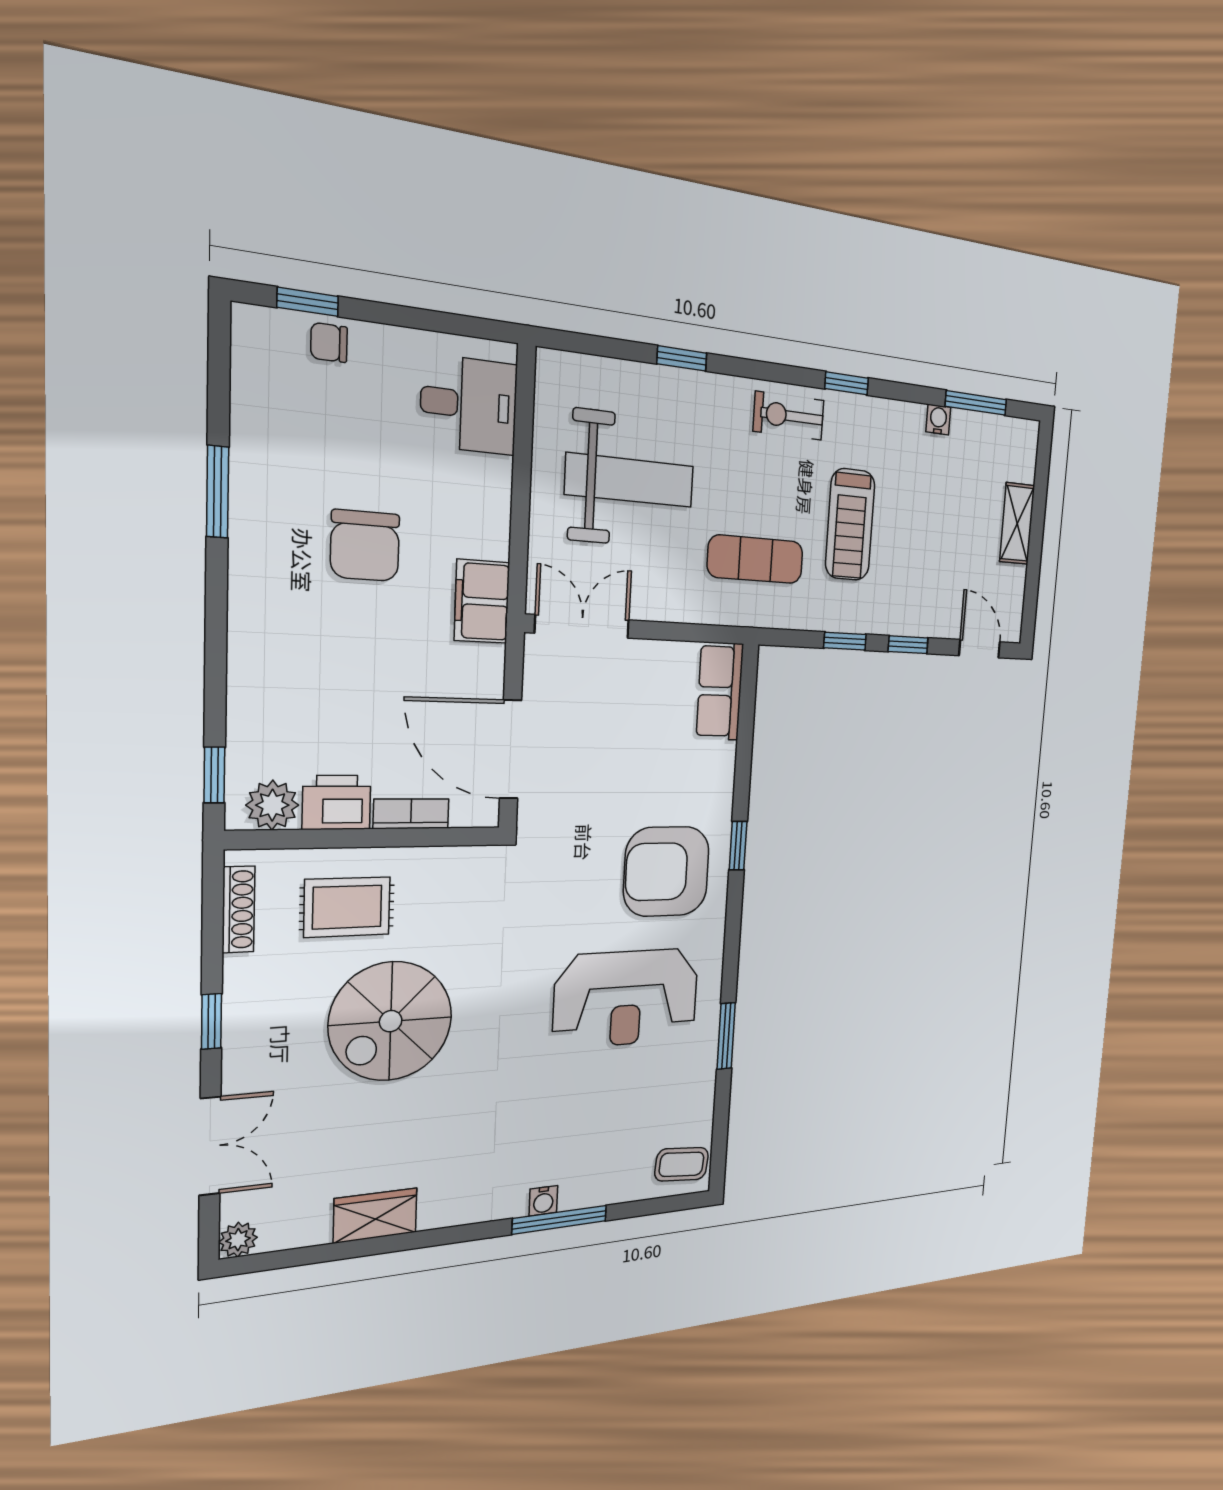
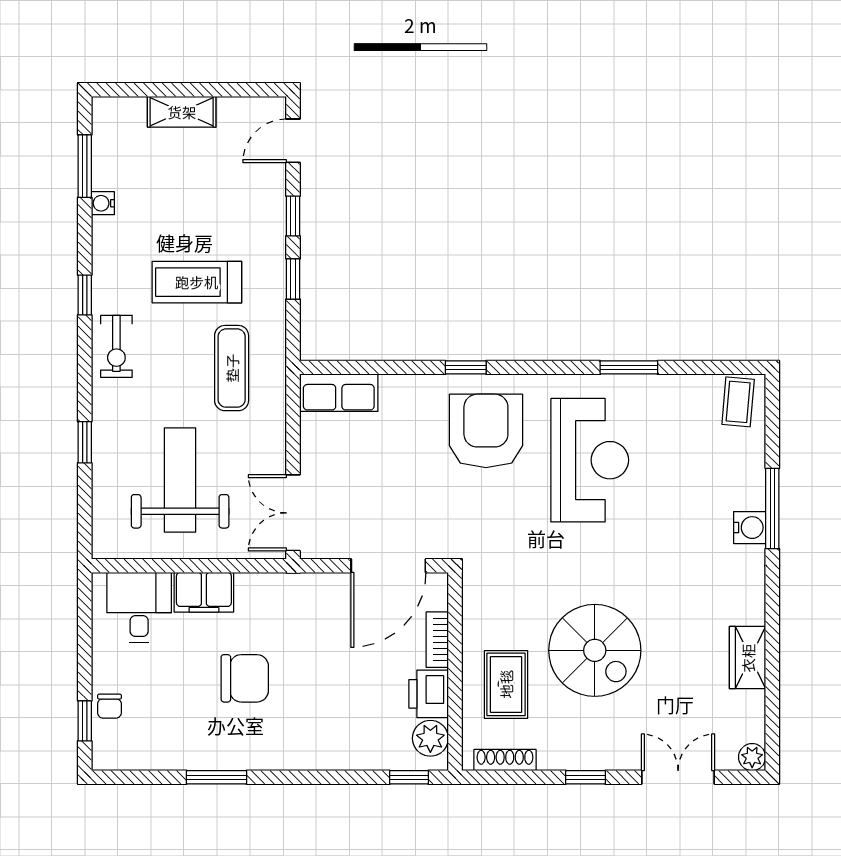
treadmill: (850, 525) -> (197, 282), turned 180
filing cabinet: (482, 601) -> (204, 592), moved
armchair: (667, 871) -> (486, 431), turned 180
water cooler: (543, 1201) -> (750, 528), width x1.38, depth x1.38

